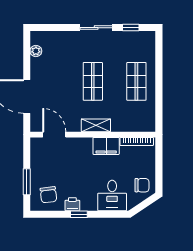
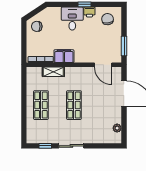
shelving: (96, 125) -> (53, 72), moved
window: (27, 182) -> (124, 46), moved
desk: (112, 195) -> (72, 19), moved

